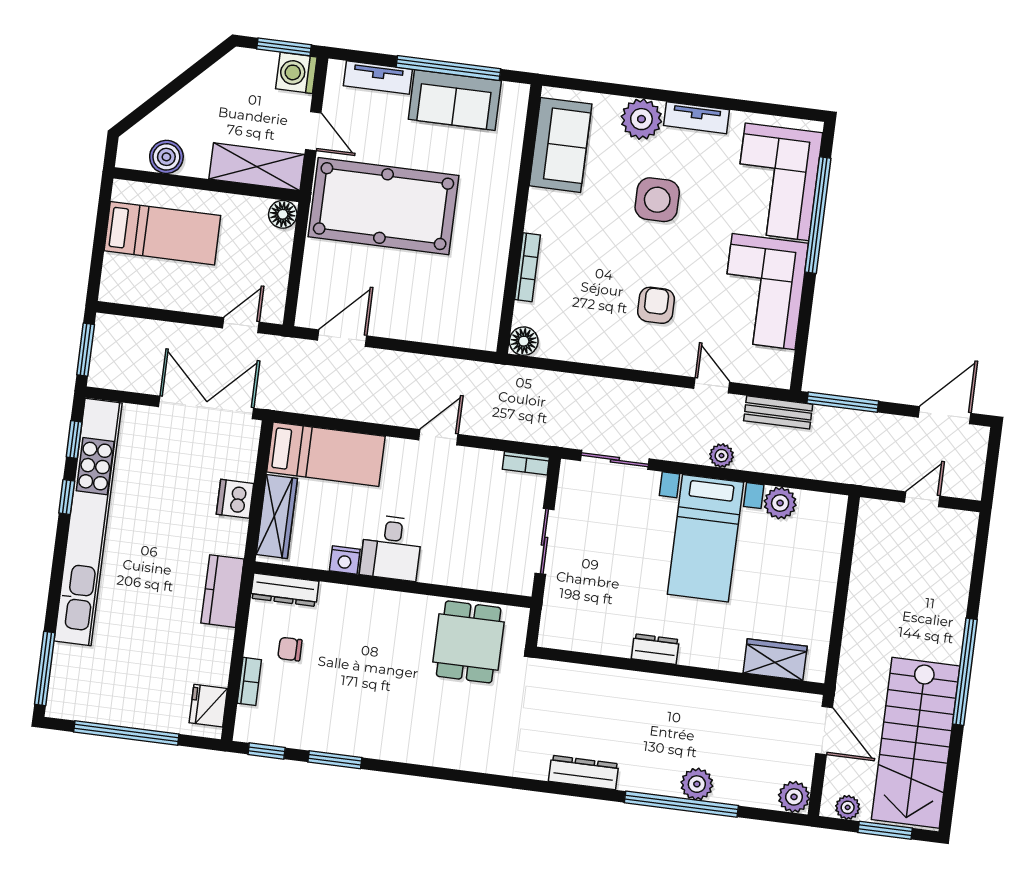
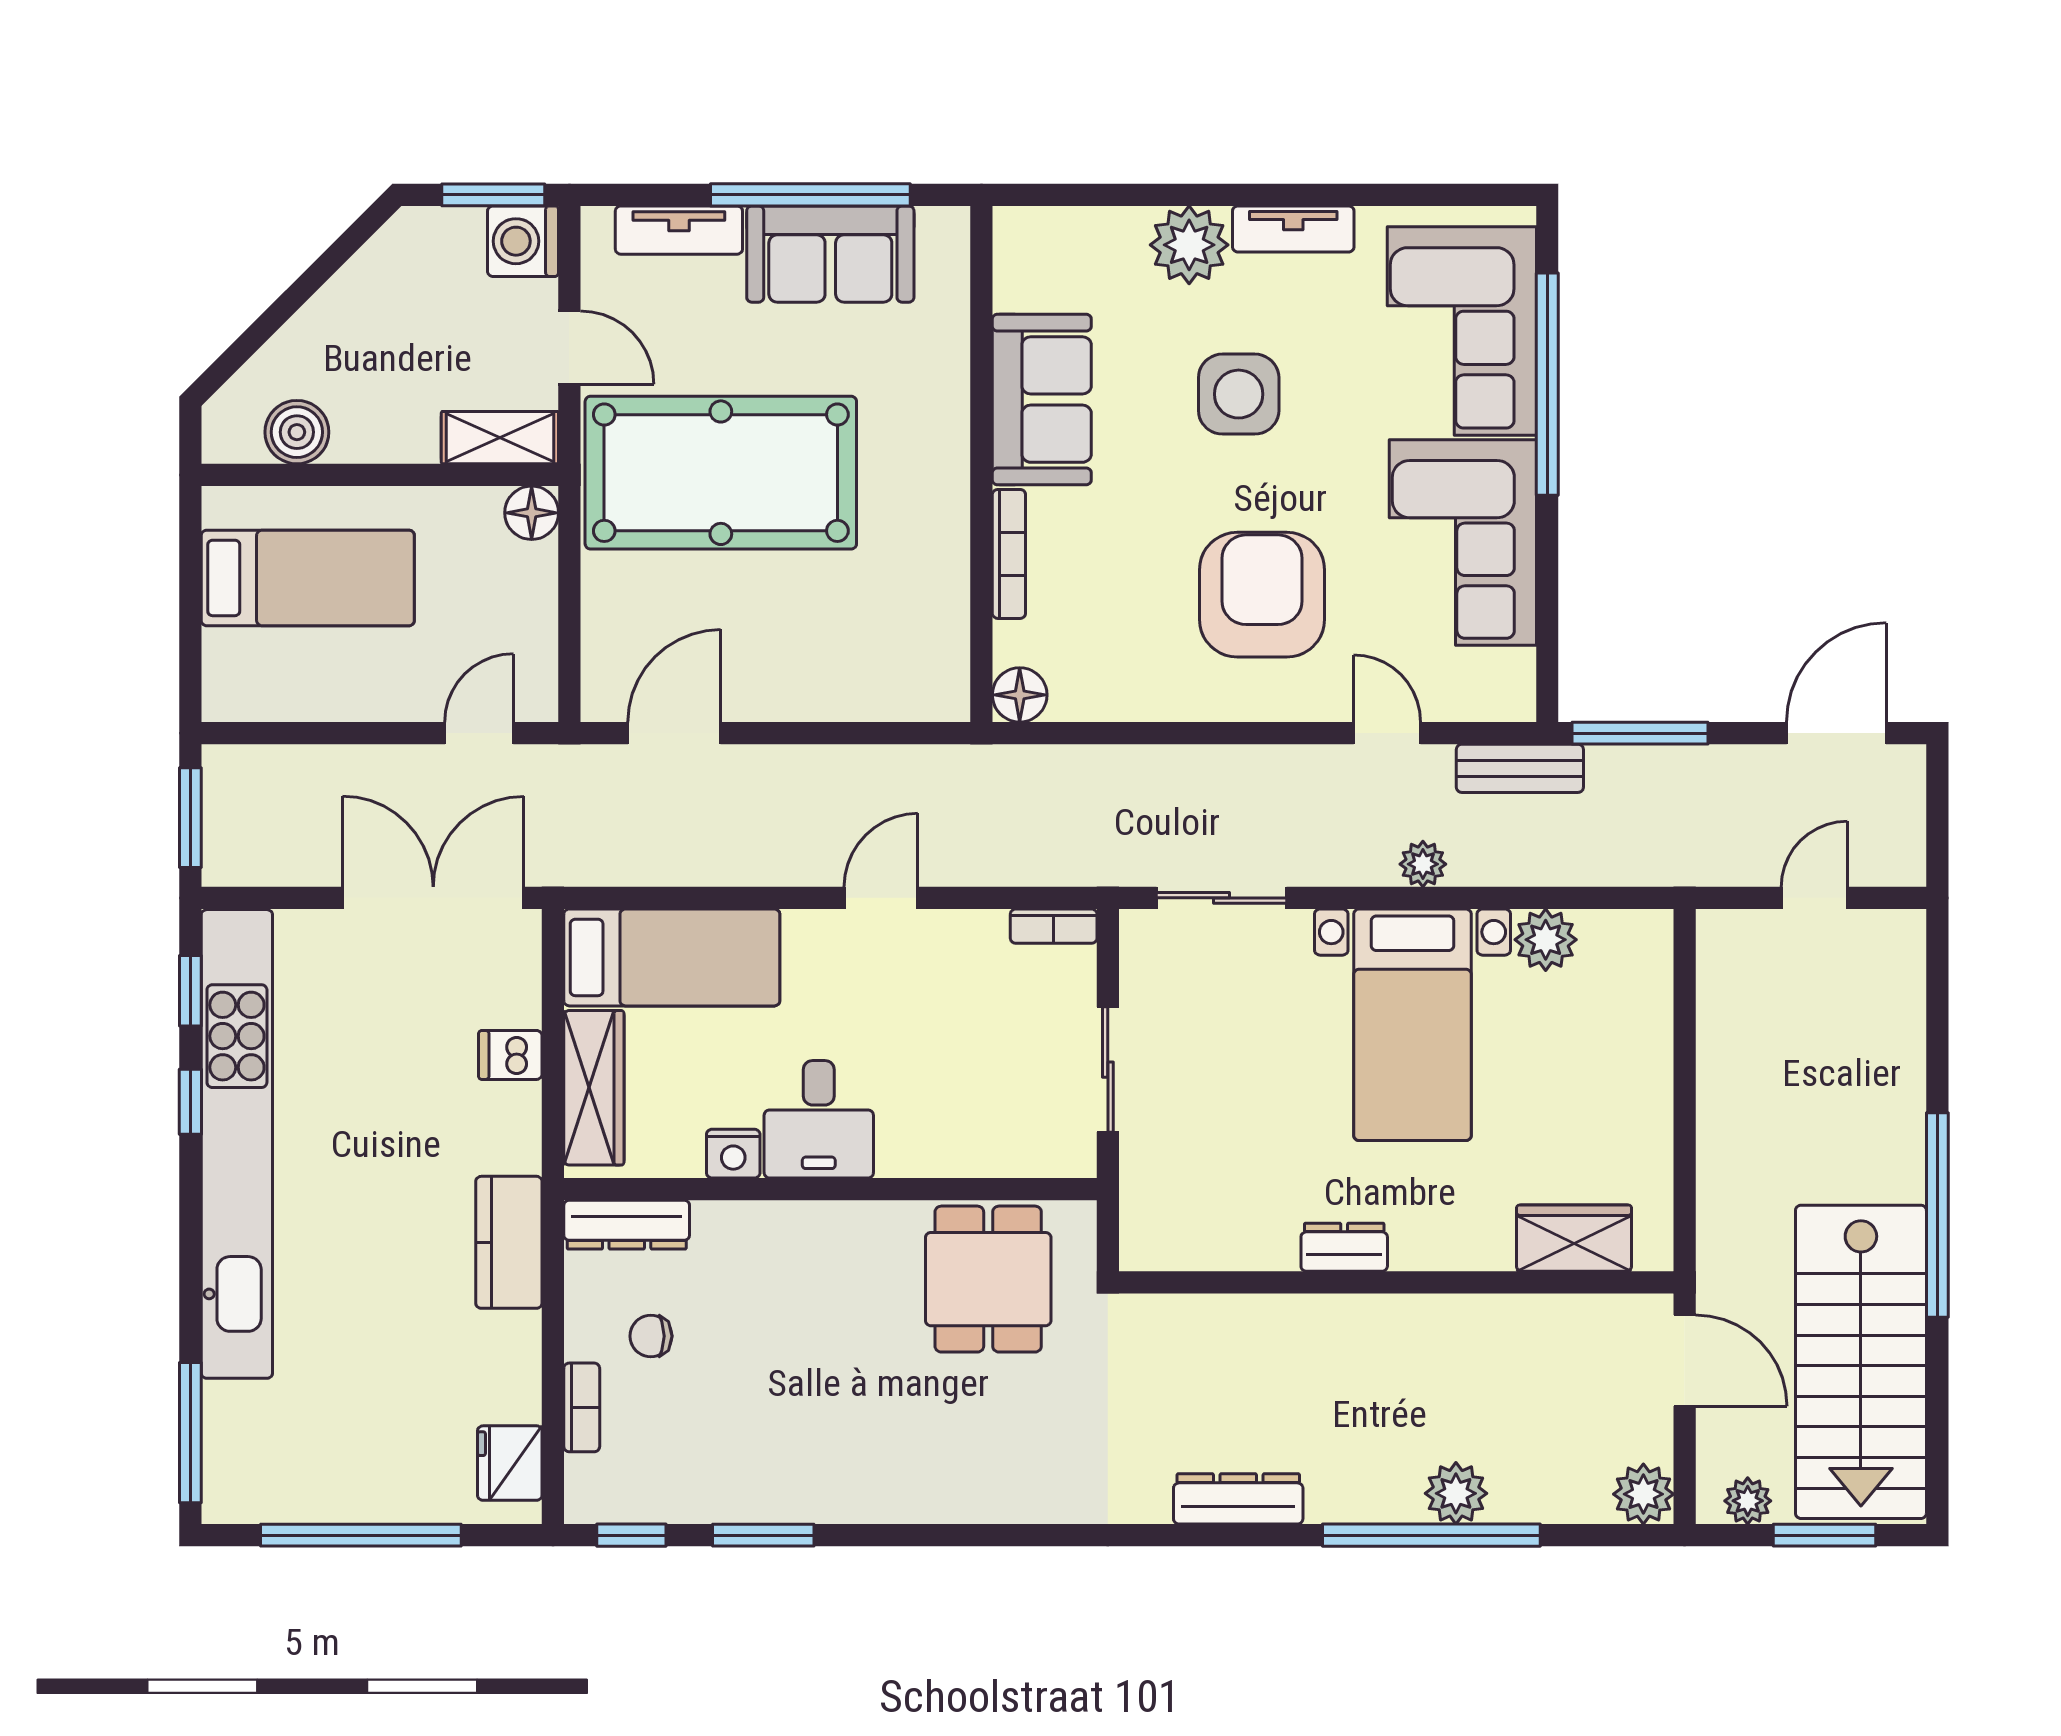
sofa: (560, 145) -> (1042, 400), moved
shelving: (257, 167) -> (500, 438), width x0.67, depth x0.75
armchair: (656, 305) -> (1262, 595), width x1.88, depth x1.88
dishwasher: (235, 499) -> (510, 1055), width x0.73

